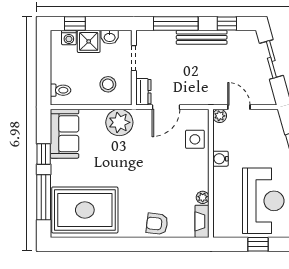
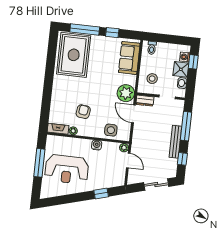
door: (239, 107) -> (128, 161), hinge flipped
plant: (119, 122) -> (126, 93), moved
sofa: (64, 134) -> (129, 58), moved, turned 90
armchair: (157, 224) -> (83, 112), moved
window: (258, 244) -> (39, 163), width x2.17

